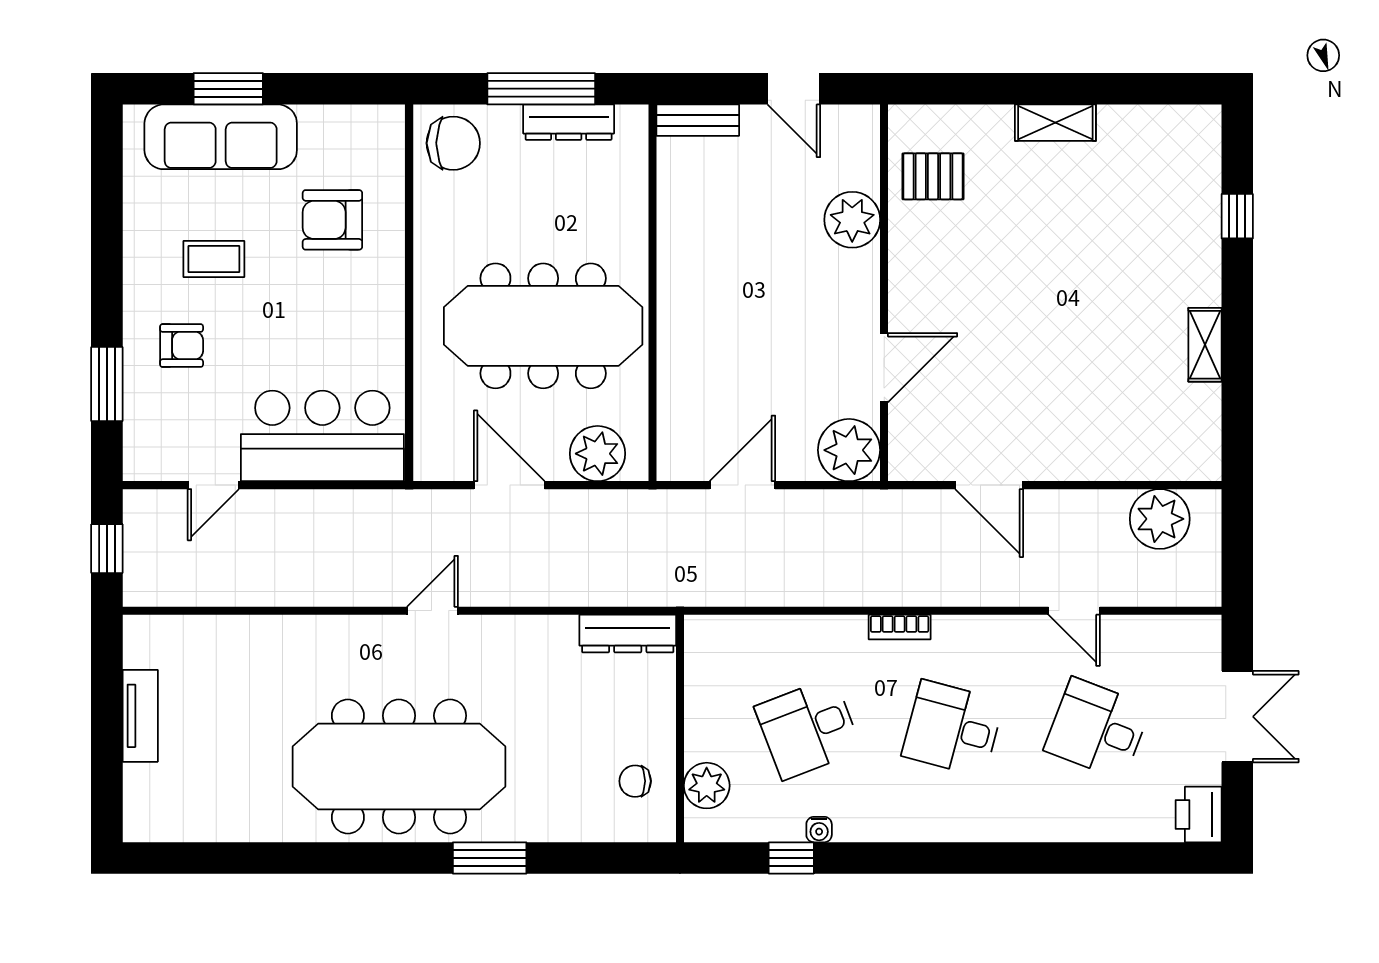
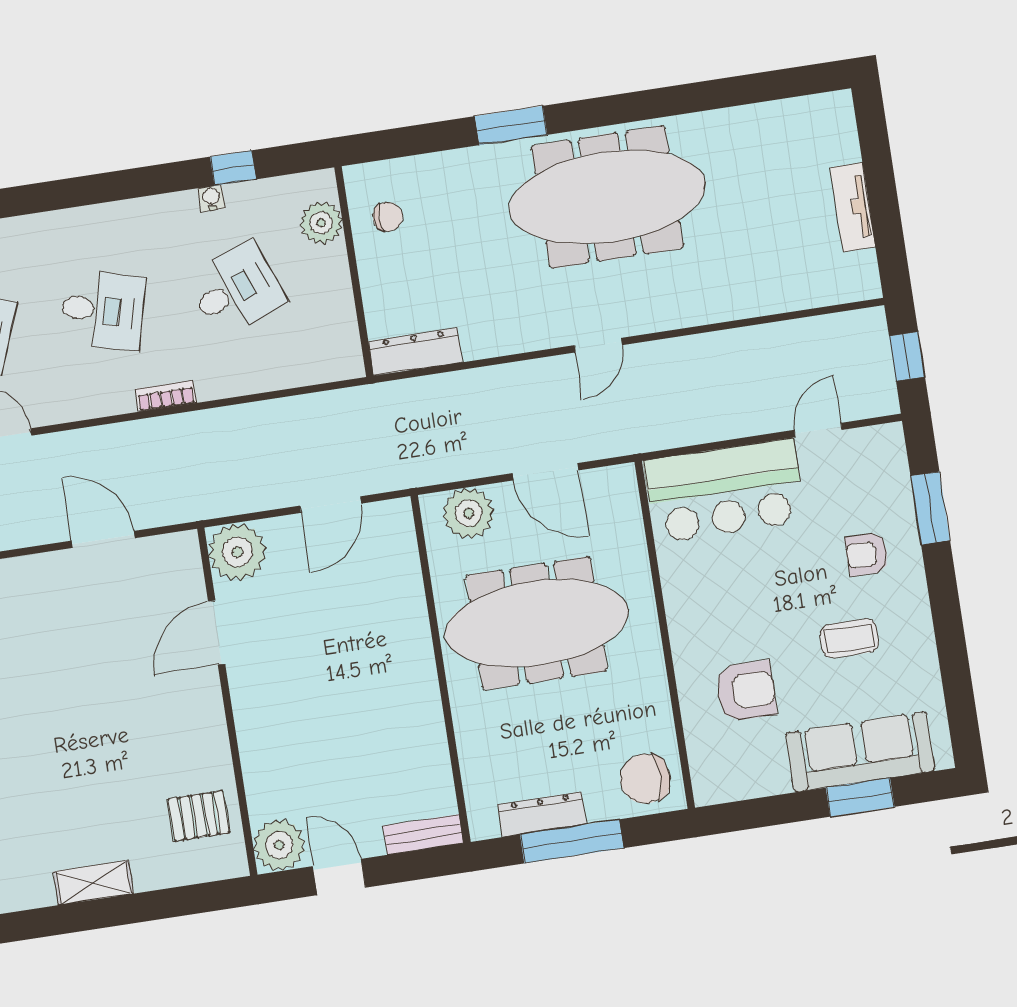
plant: (852, 220) -> (279, 845), moved

